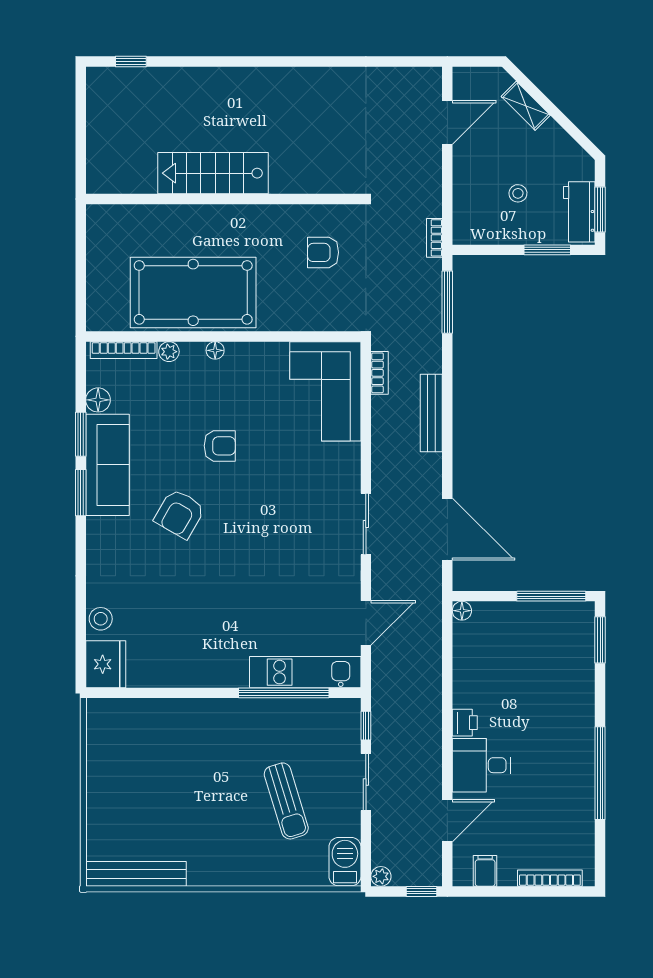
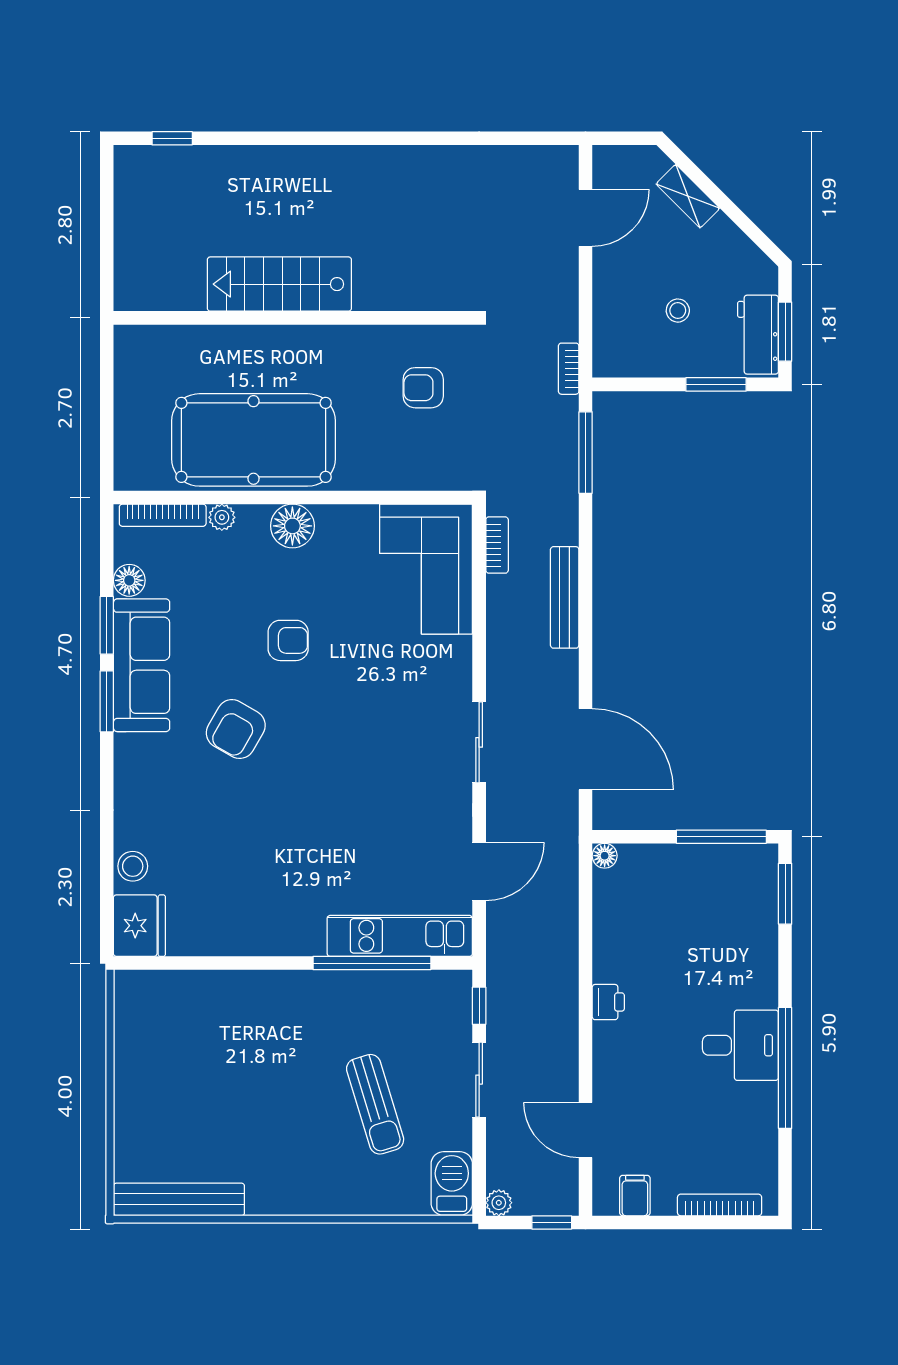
floor lamp: (215, 350) -> (292, 526), width x1.89, depth x1.89
desk: (481, 765) -> (740, 1045), moved, turned 180
door: (447, 821) -> (586, 1130), swing flipped

